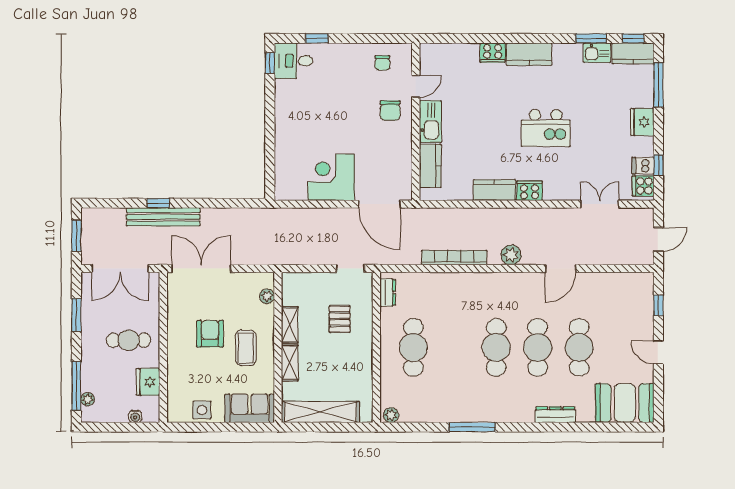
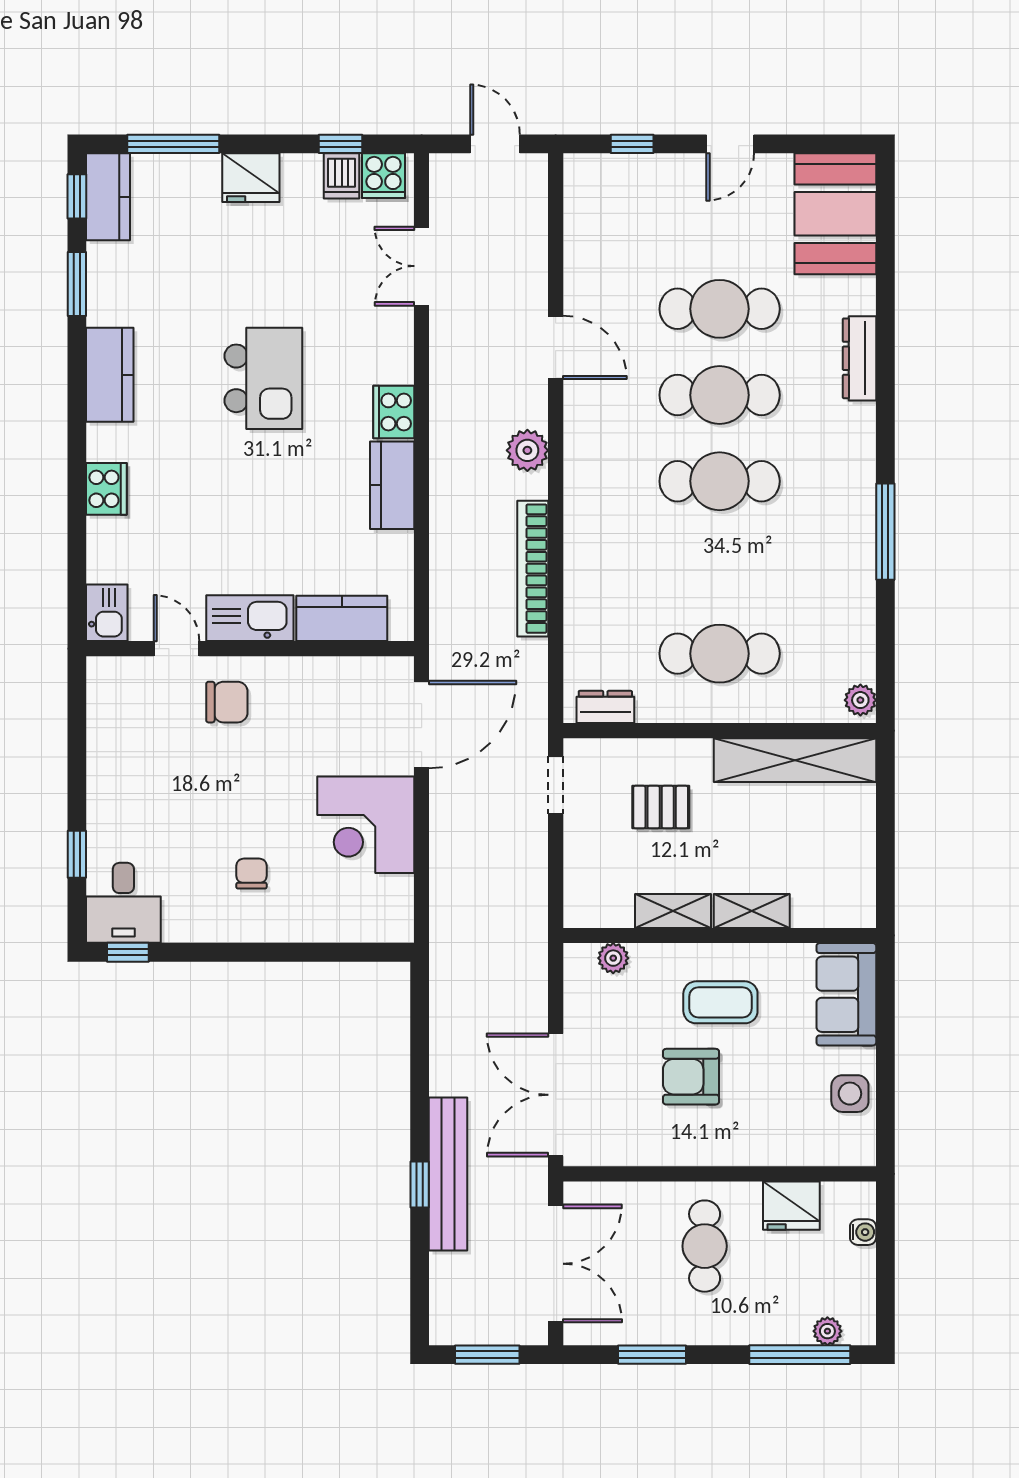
kitchen sink: (597, 53) -> (107, 613), moved
kitchen counter: (529, 54) -> (110, 375), moved
chair: (382, 63) -> (251, 874), moved, turned -90
shelving: (320, 412) -> (795, 760), moved, turned 90

